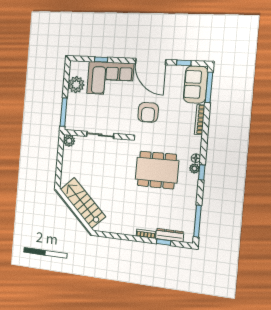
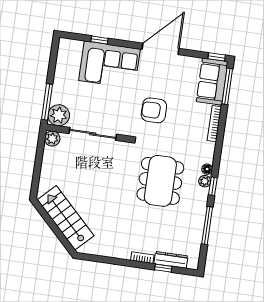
door: (151, 62) -> (160, 49), swing flipped
window: (184, 63) -> (217, 57), moved
plant: (76, 85) -> (59, 115), moved
armchair: (148, 112) -> (154, 110), turned 90
sliding door: (100, 135) -> (93, 134), width x1.37
dining table: (157, 170) -> (160, 181), turned 90
window: (198, 221) -> (207, 225), moved

